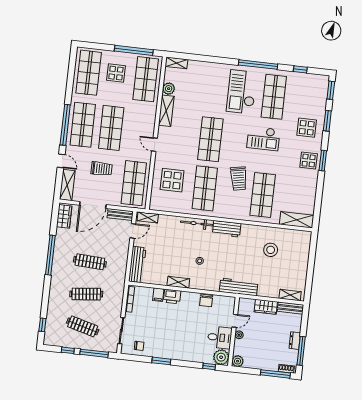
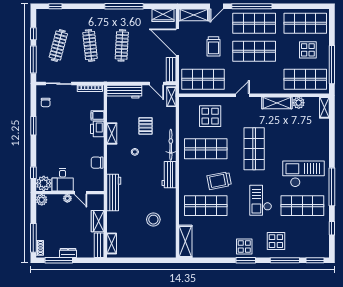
window: (327, 121) -> (285, 260), width x1.44
shop shelf: (210, 139) -> (254, 149), turned 90
pallet: (175, 247) -> (146, 126), added

